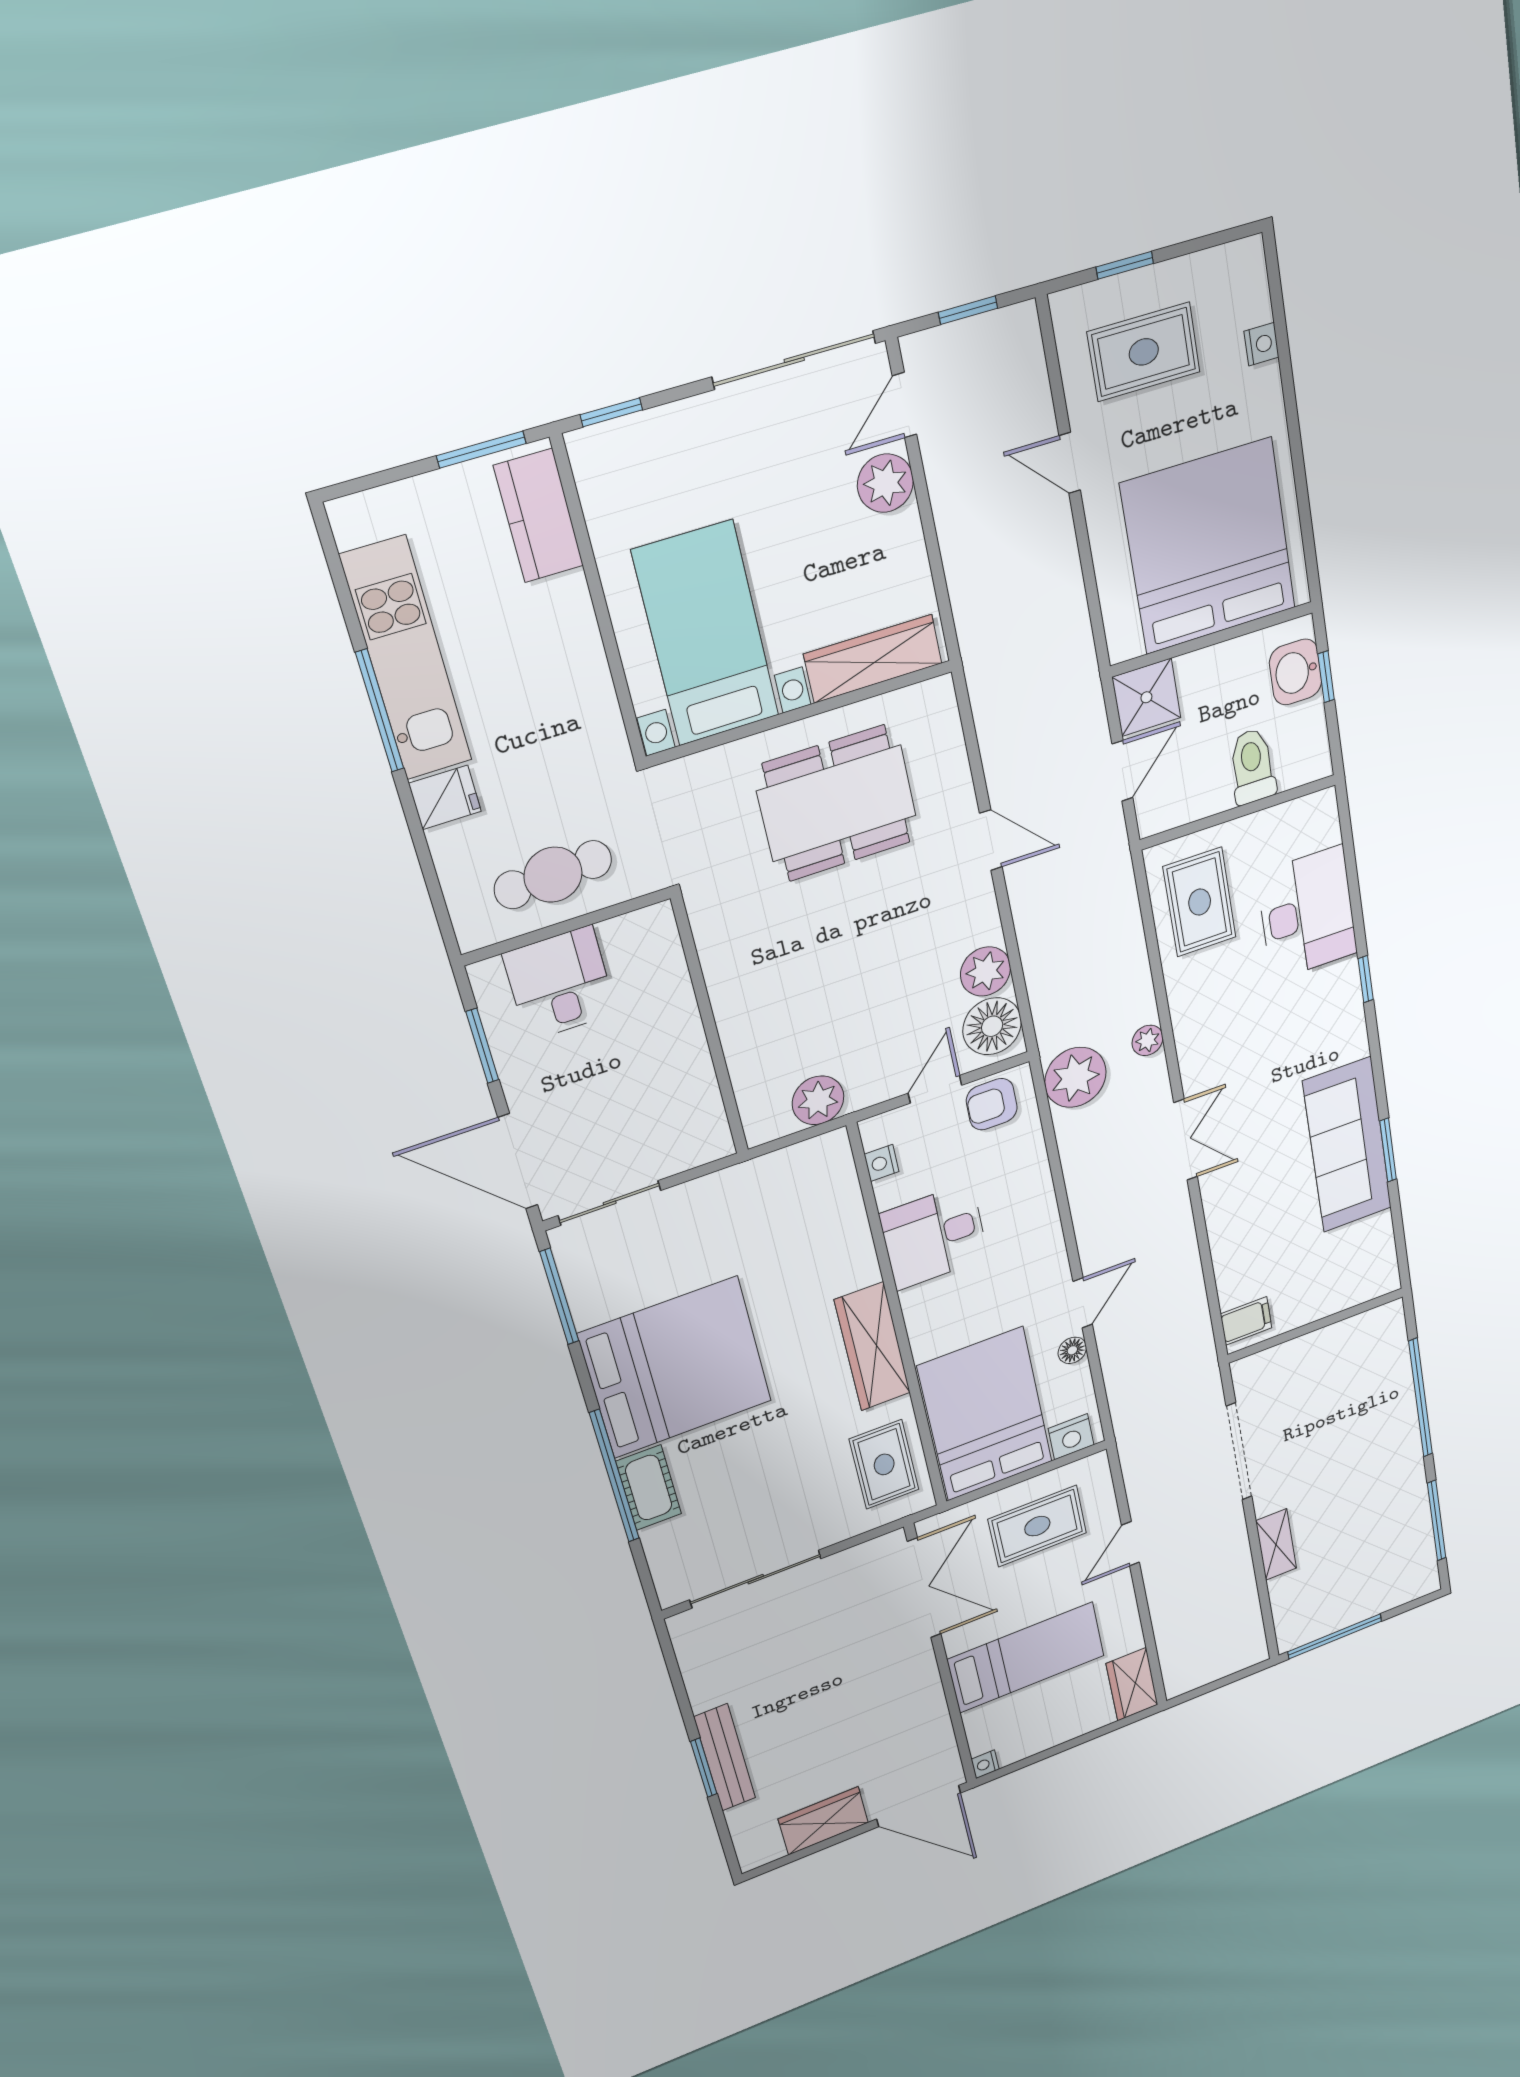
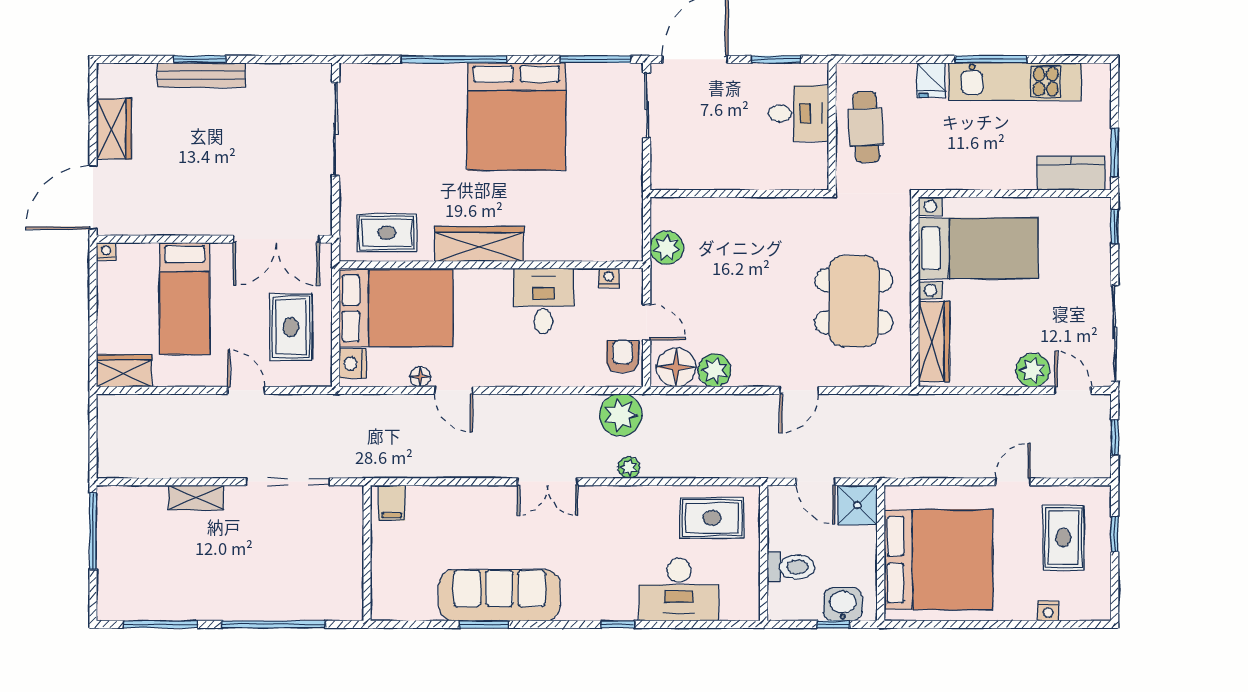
cot: (649, 1488) -> (436, 78), removed

